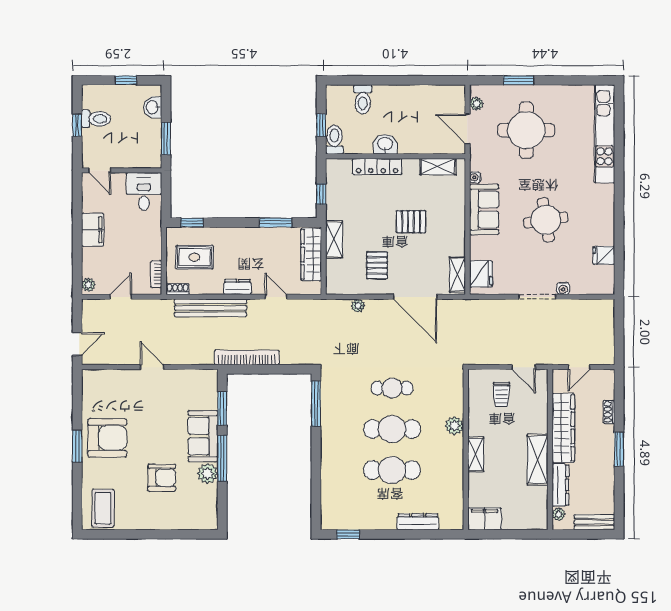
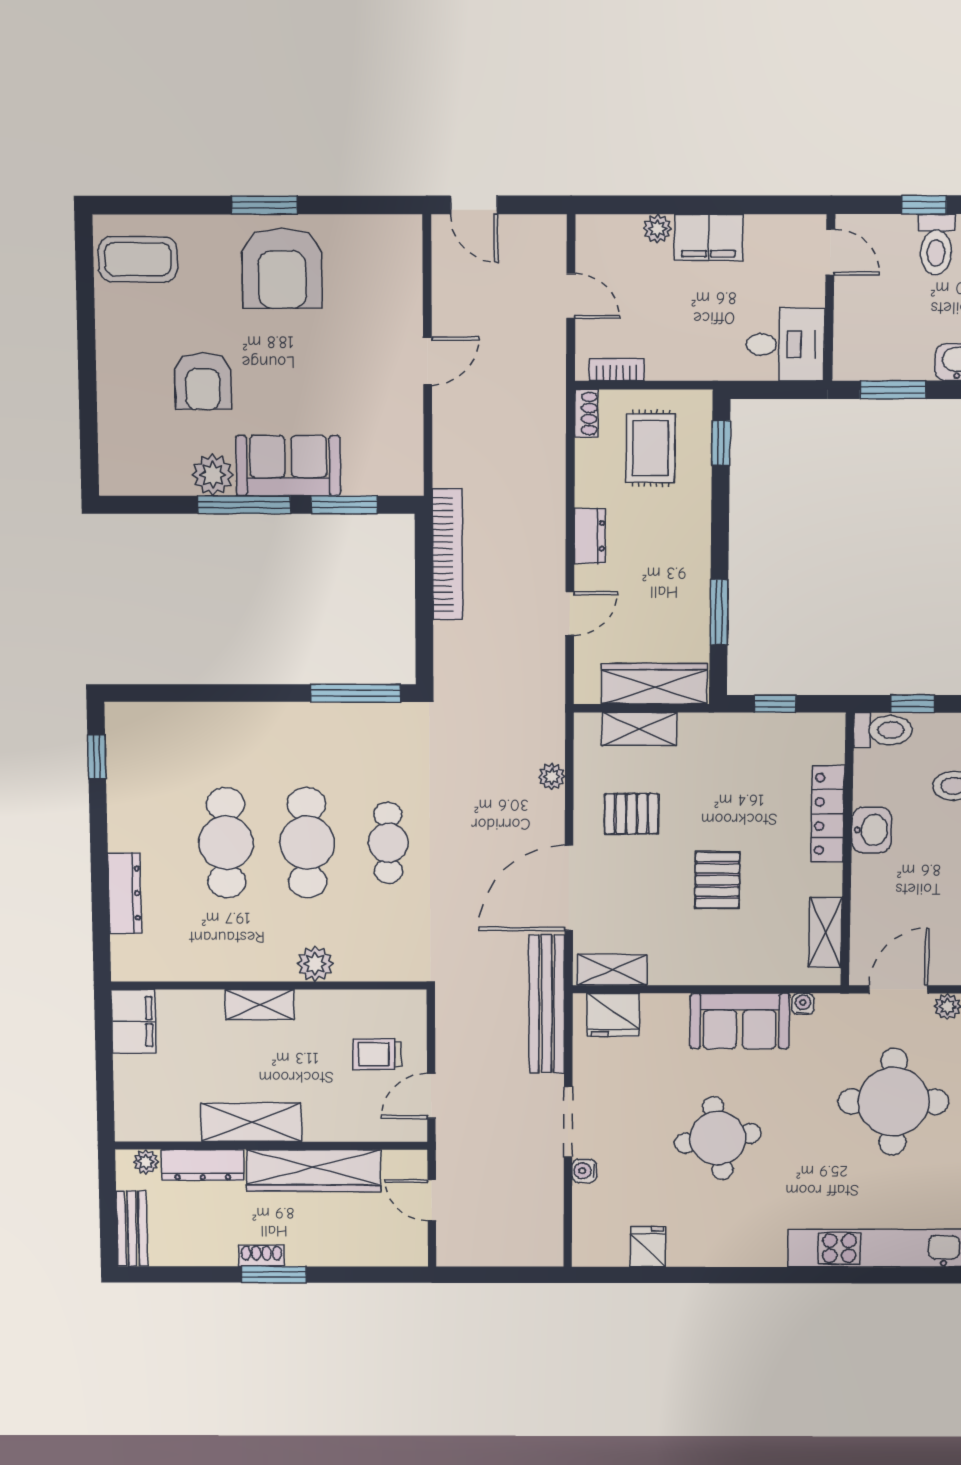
door: (100, 170) -> (830, 252), swing flipped
shelving: (334, 239) -> (639, 729), moved
plant: (88, 285) -> (657, 229), moved
bench: (211, 308) -> (547, 1004), moved
shoe rack: (609, 412) -> (261, 1256), moved

